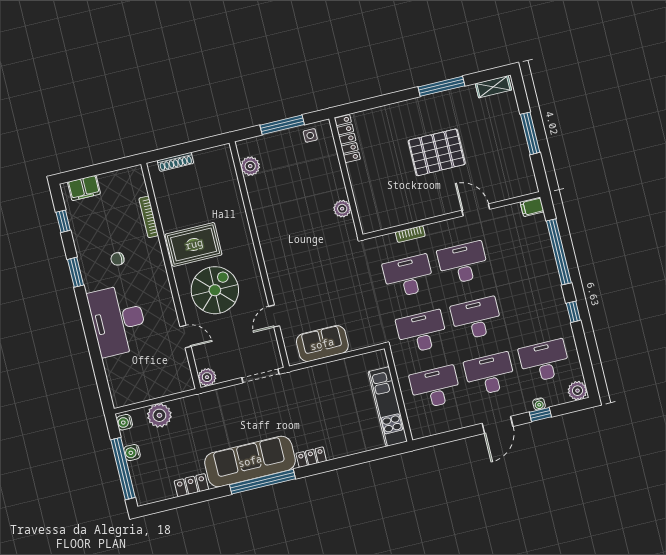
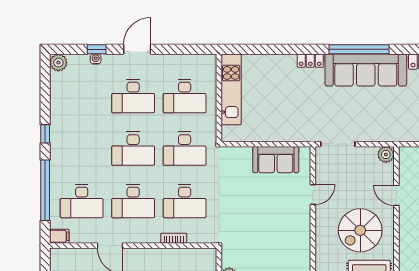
desk: (544, 361) -> (82, 201), moved

